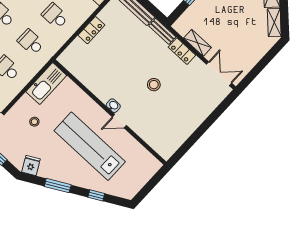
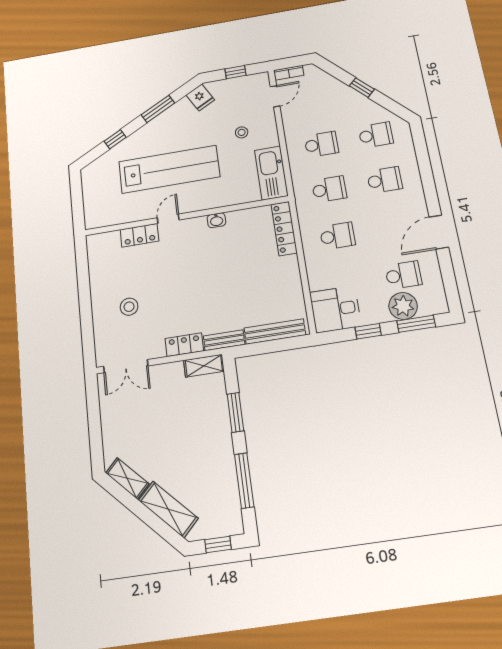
locker: (91, 30) -> (284, 228), moved, width x1.53
shelving: (197, 43) -> (204, 366), moved
stool: (154, 85) -> (129, 307), moved
washbasin: (113, 106) -> (216, 220), moved
locker: (142, 130) -> (139, 235), added

